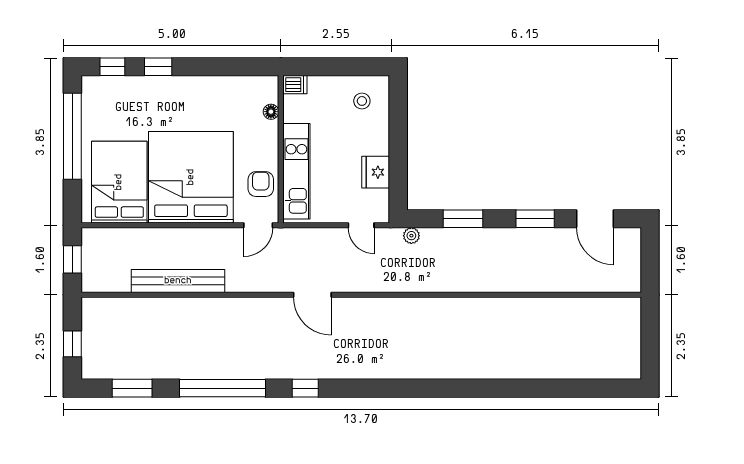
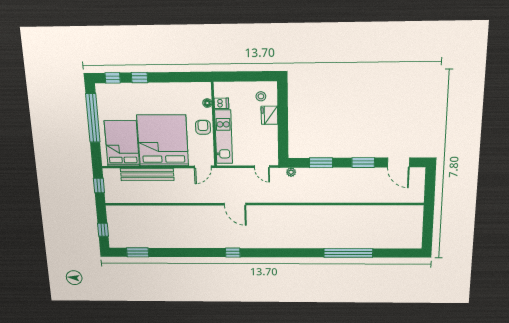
dishwasher: (295, 85) -> (221, 103), moved
fridge: (376, 172) -> (269, 115), moved
armchair: (261, 184) -> (203, 127), moved
bench: (178, 281) -> (147, 174), moved
window: (222, 388) -> (348, 253), moved

